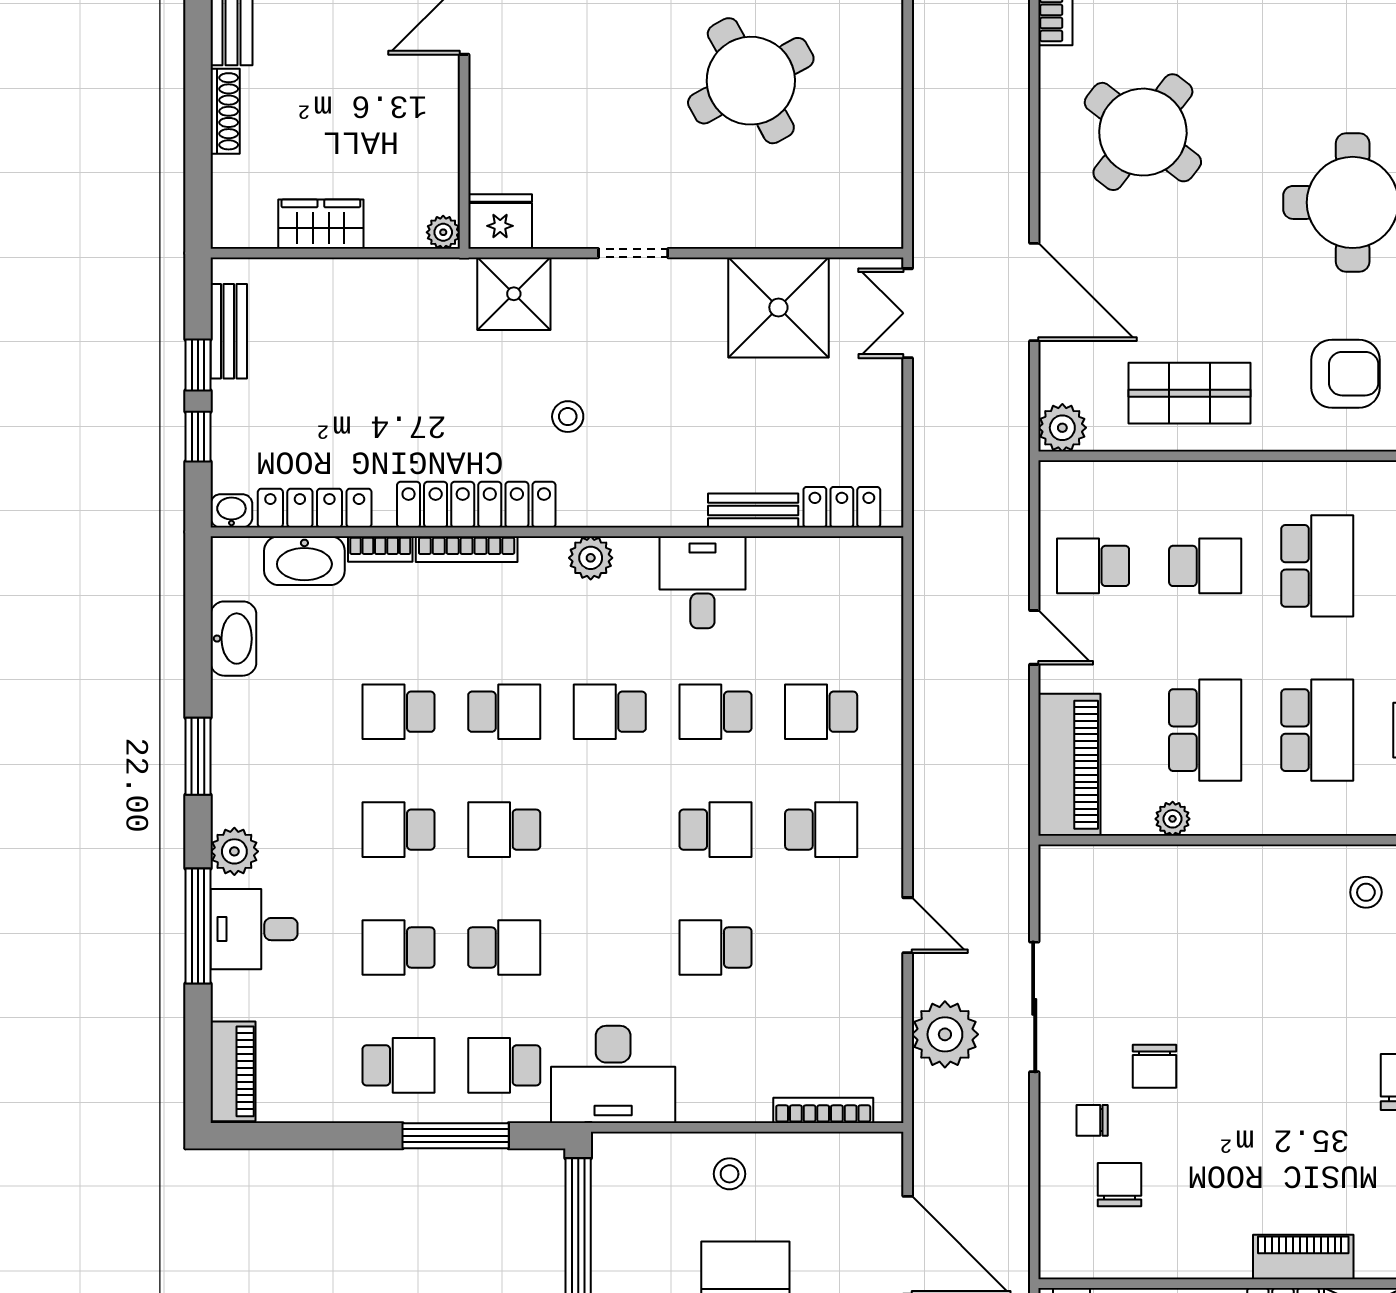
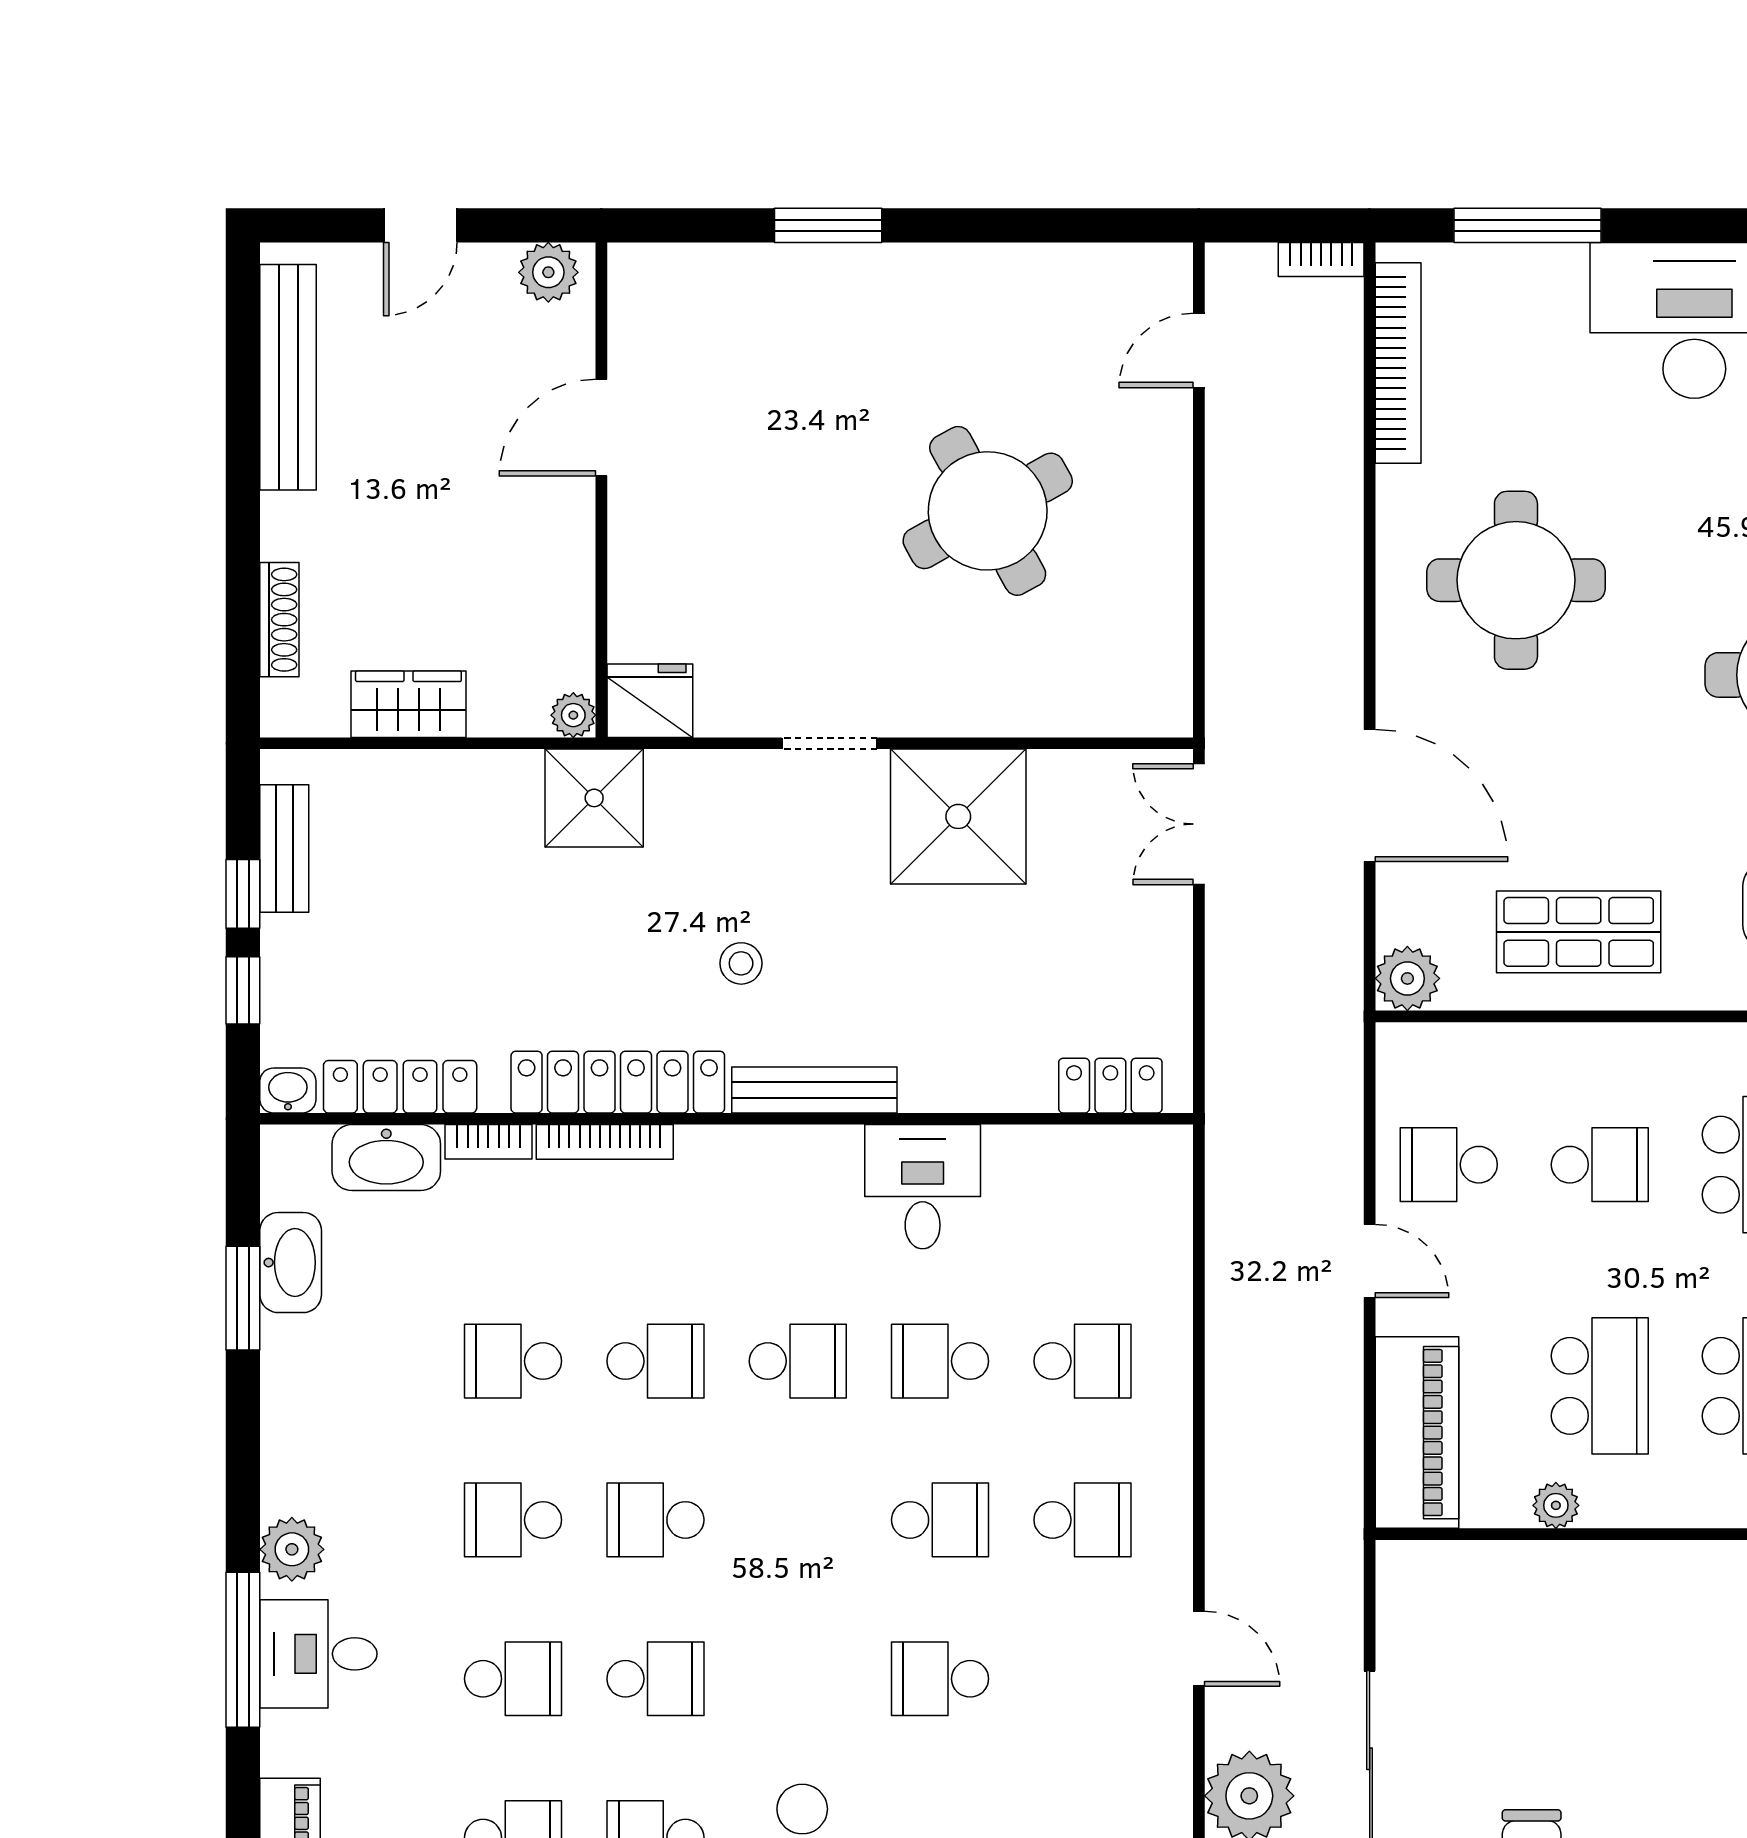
shoe rack: (225, 111) -> (279, 620), moved
round table: (1143, 132) -> (1516, 580), turned -38
shower: (514, 294) -> (594, 798), moved
shower: (778, 307) -> (958, 816), moved
bench: (753, 510) -> (814, 1090), moved, width x1.36
plant: (591, 558) -> (772, 1154), removed
school desk: (610, 712) -> (798, 1361), turned 180
school desk: (821, 712) -> (1082, 1361), turned 180
window: (198, 756) -> (243, 1298), moved
school desk: (399, 948) -> (513, 1679), turned 180

